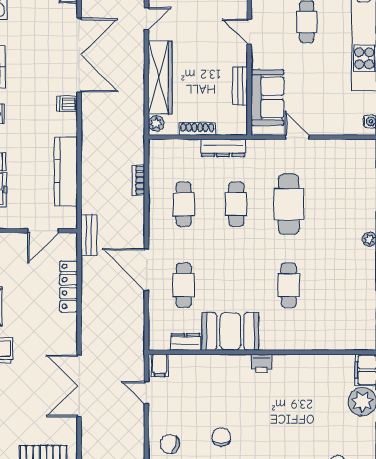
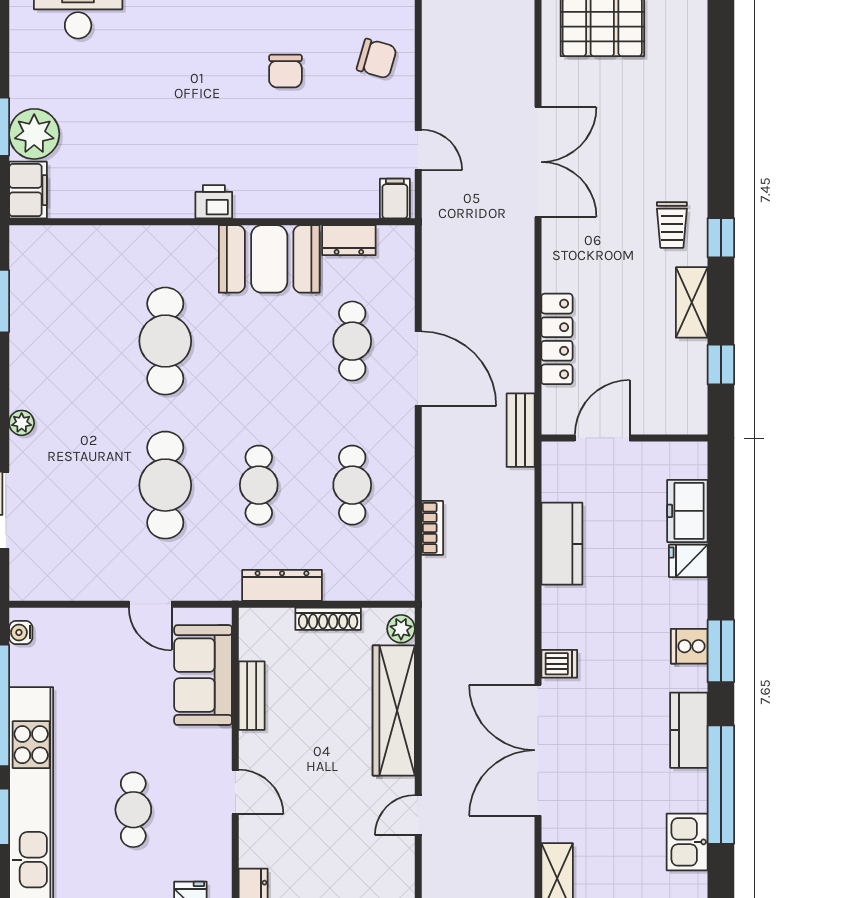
kitchen counter: (66, 171) -> (562, 544), width x0.67
cafe table: (289, 285) -> (165, 341), width x1.37, depth x1.35

